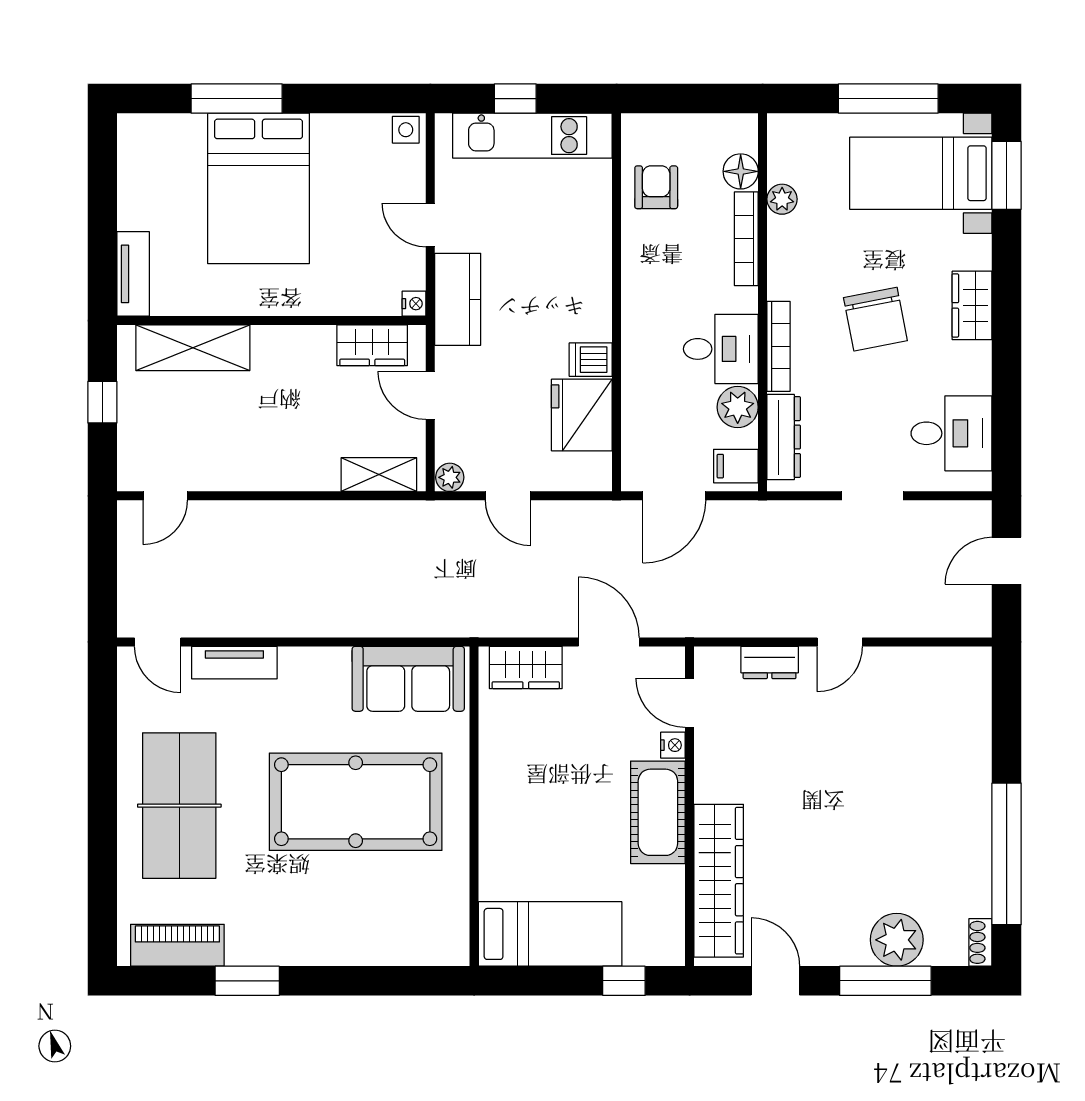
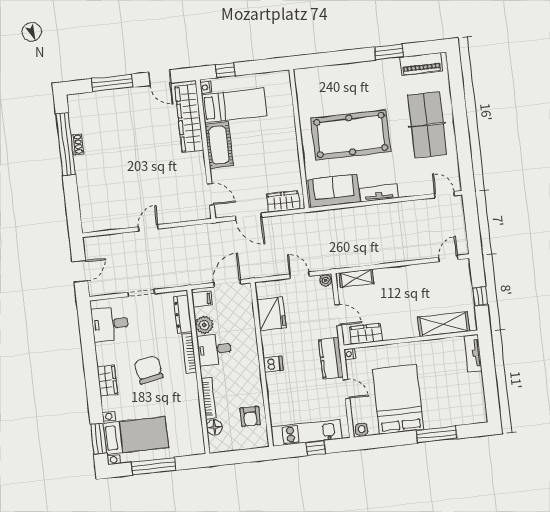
bed: (258, 188) -> (398, 399), moved
plant: (782, 199) -> (195, 417), removed
dishwasher: (591, 360) -> (273, 364), moved
dresser: (770, 662) -> (178, 216), removed
tv unit: (234, 663) -> (379, 193), moved
nightstand: (673, 745) -> (206, 87), moved
bed: (550, 934) -> (234, 105), moved, turned 180
plant: (897, 940) -> (109, 101), removed
shoe rack: (980, 942) -> (77, 144), moved

